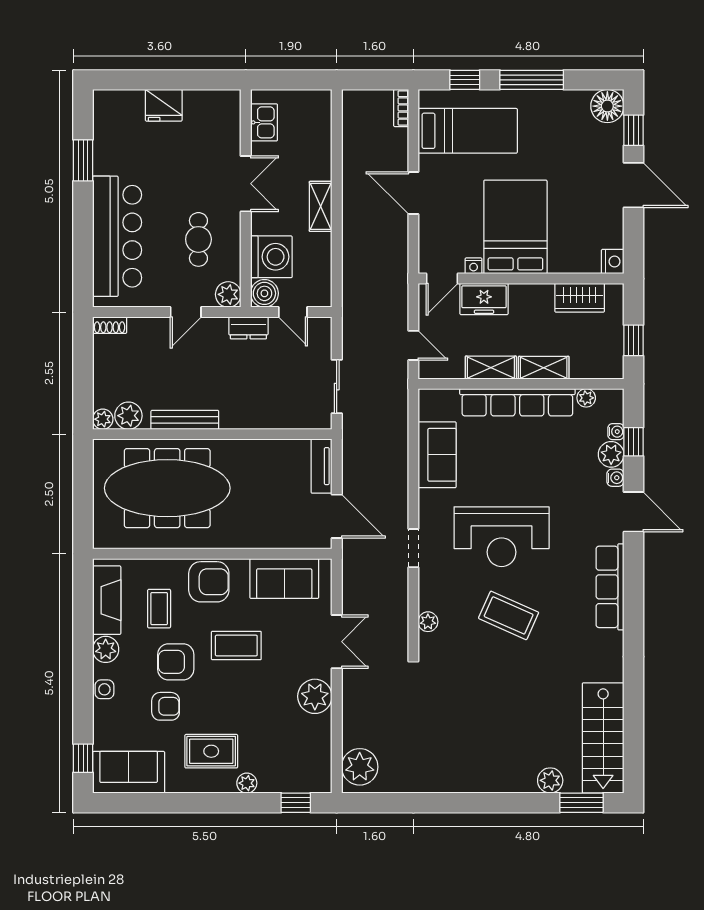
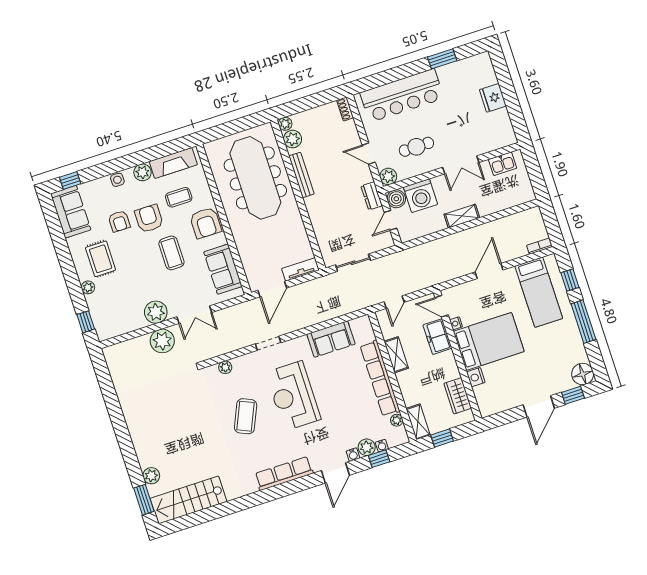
nightstand: (613, 262) -> (476, 377), moved, turned 90
shelving: (544, 368) -> (418, 422), moved
plant: (360, 767) -> (162, 341), moved

